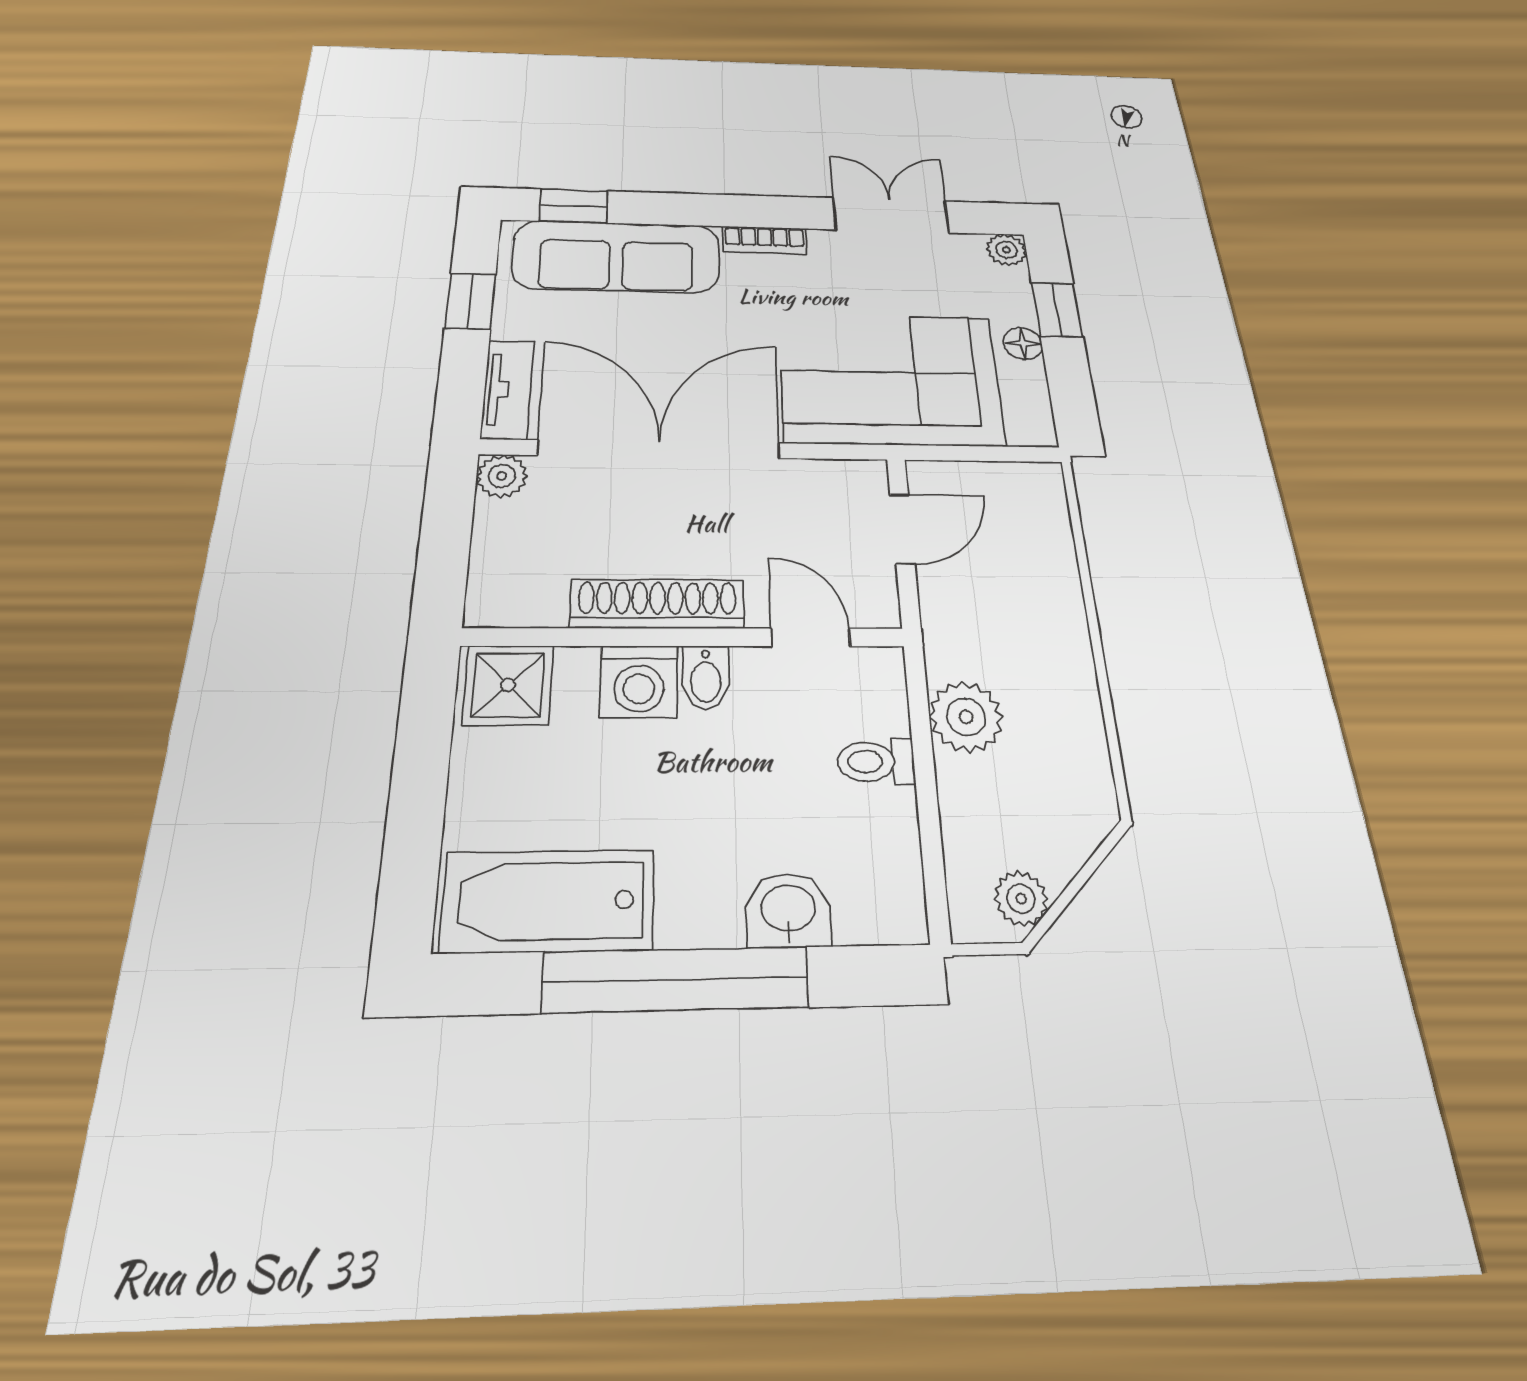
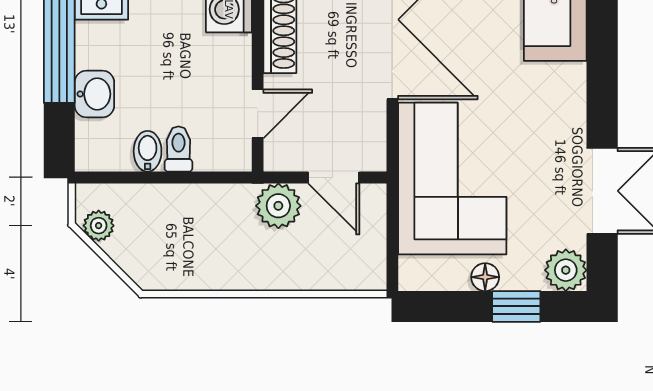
bookcase: (764, 240) -> (574, 95), removed
plant: (1007, 250) -> (566, 270), width x1.38, depth x1.38
bidet: (706, 677) -> (148, 151), moved, turned 90
plant: (966, 717) -> (278, 206), moved

